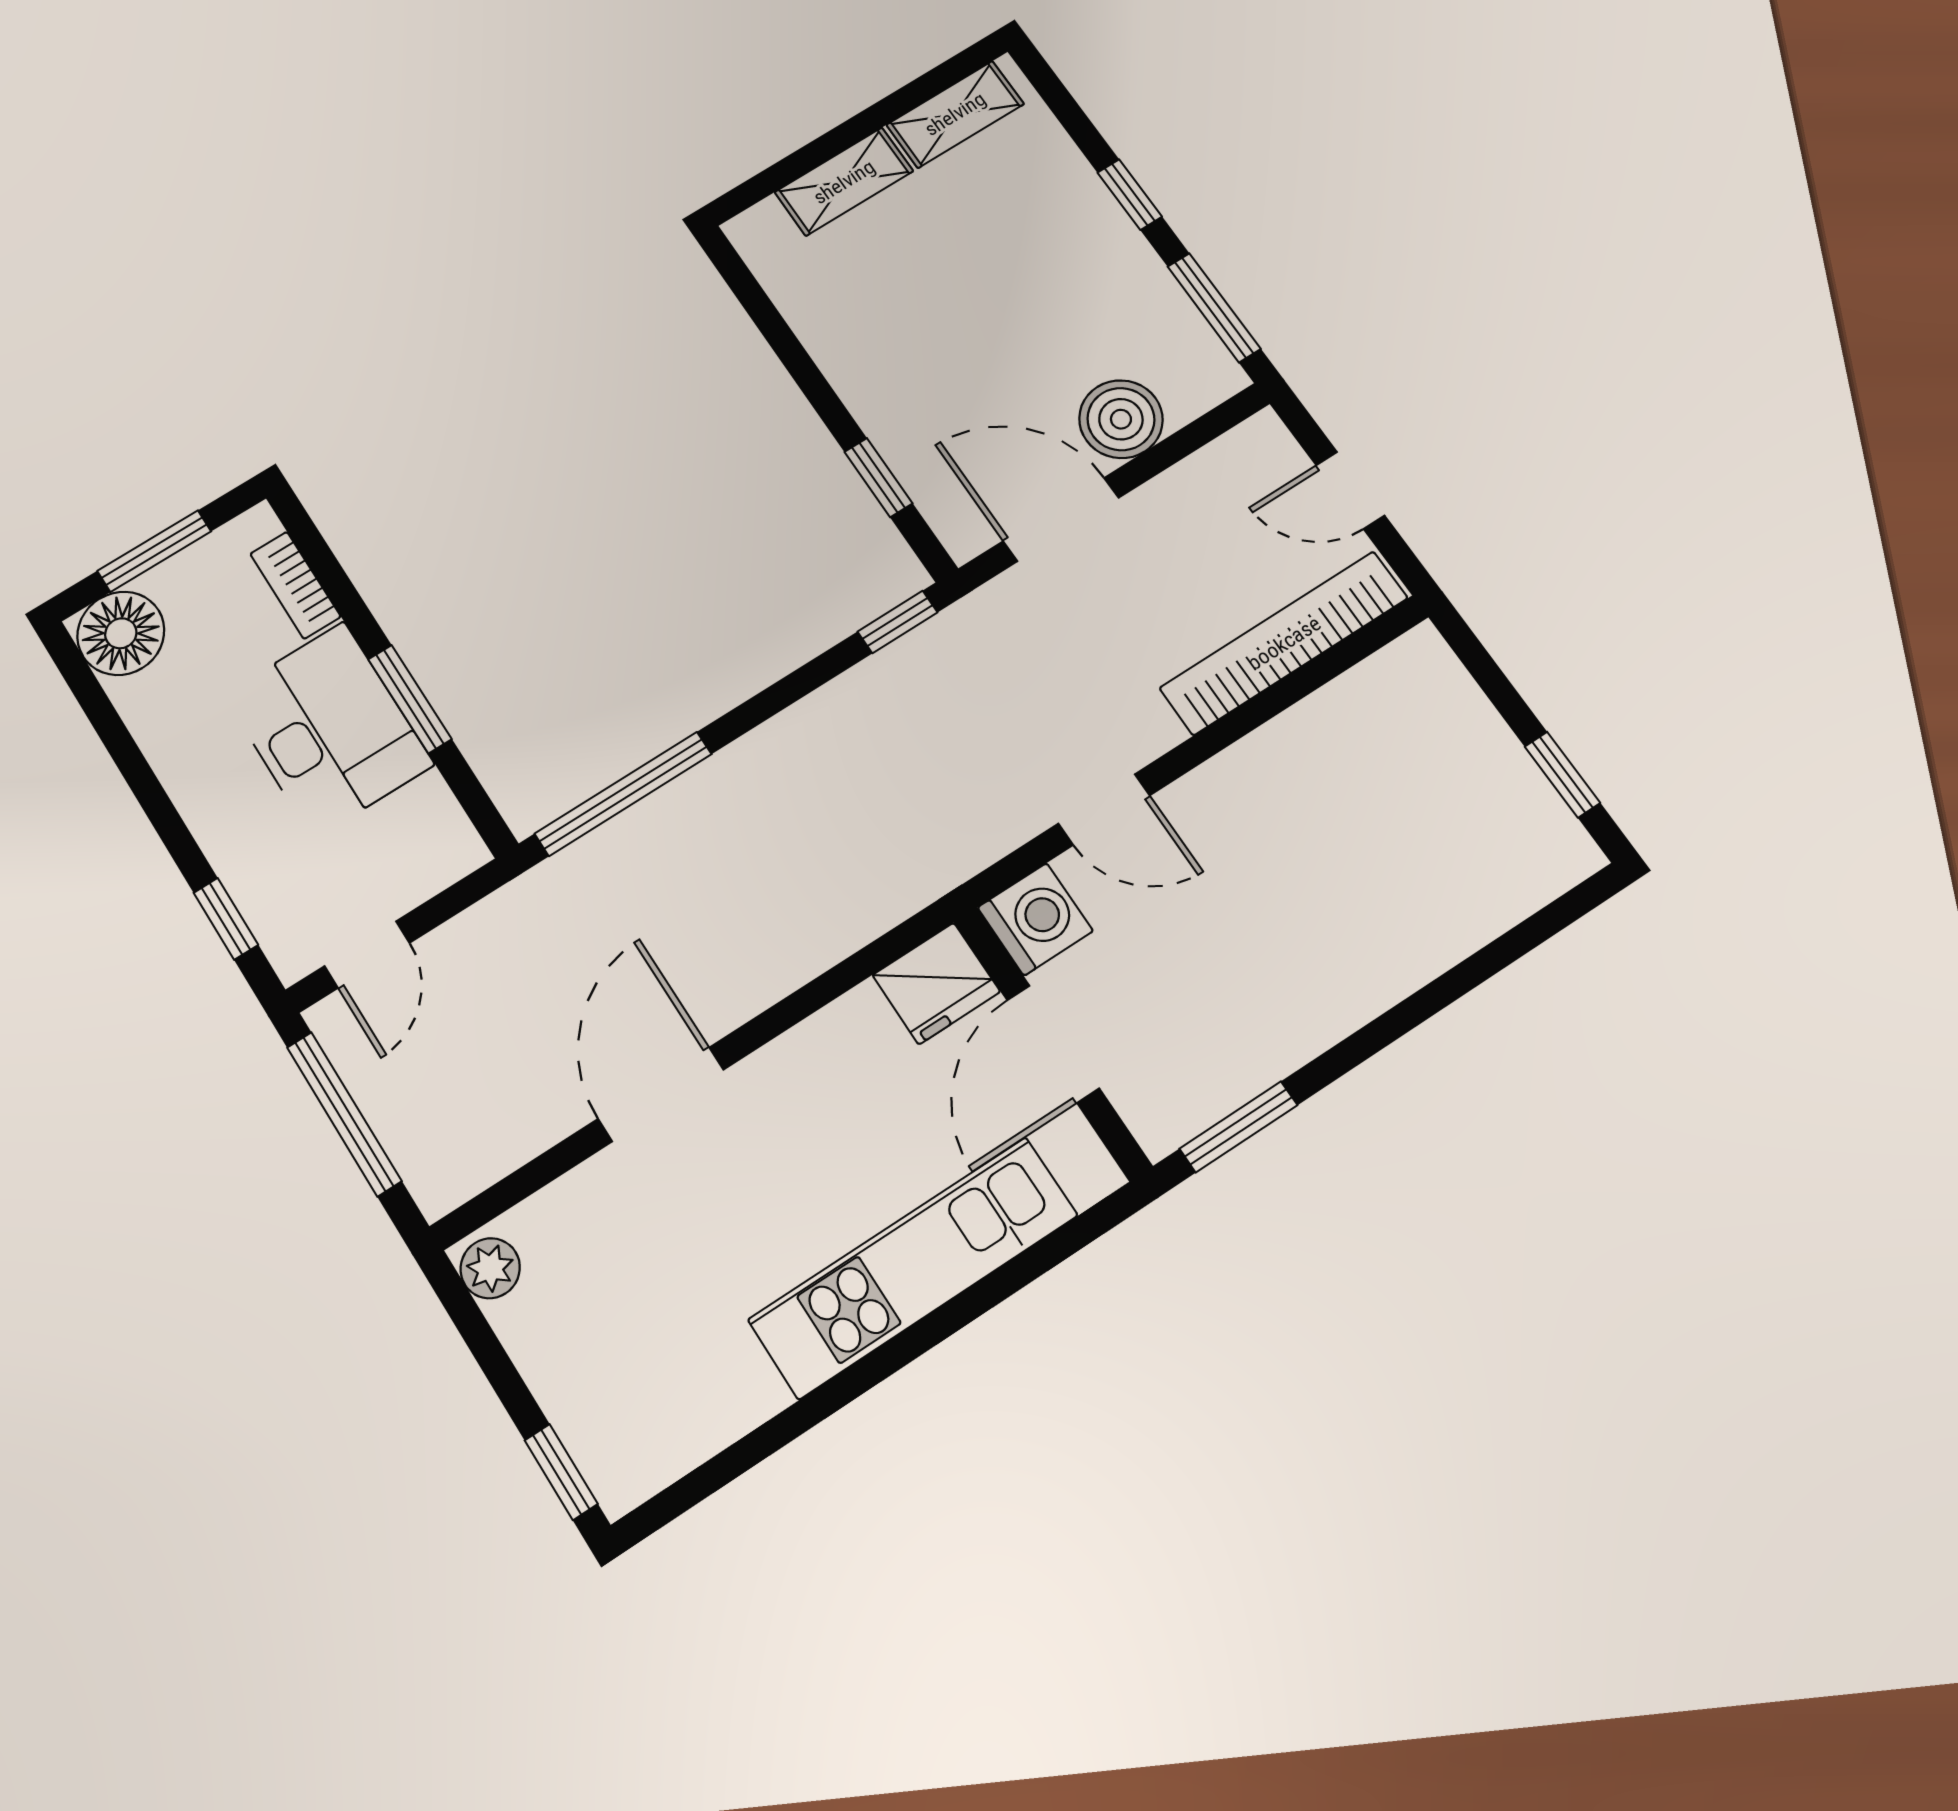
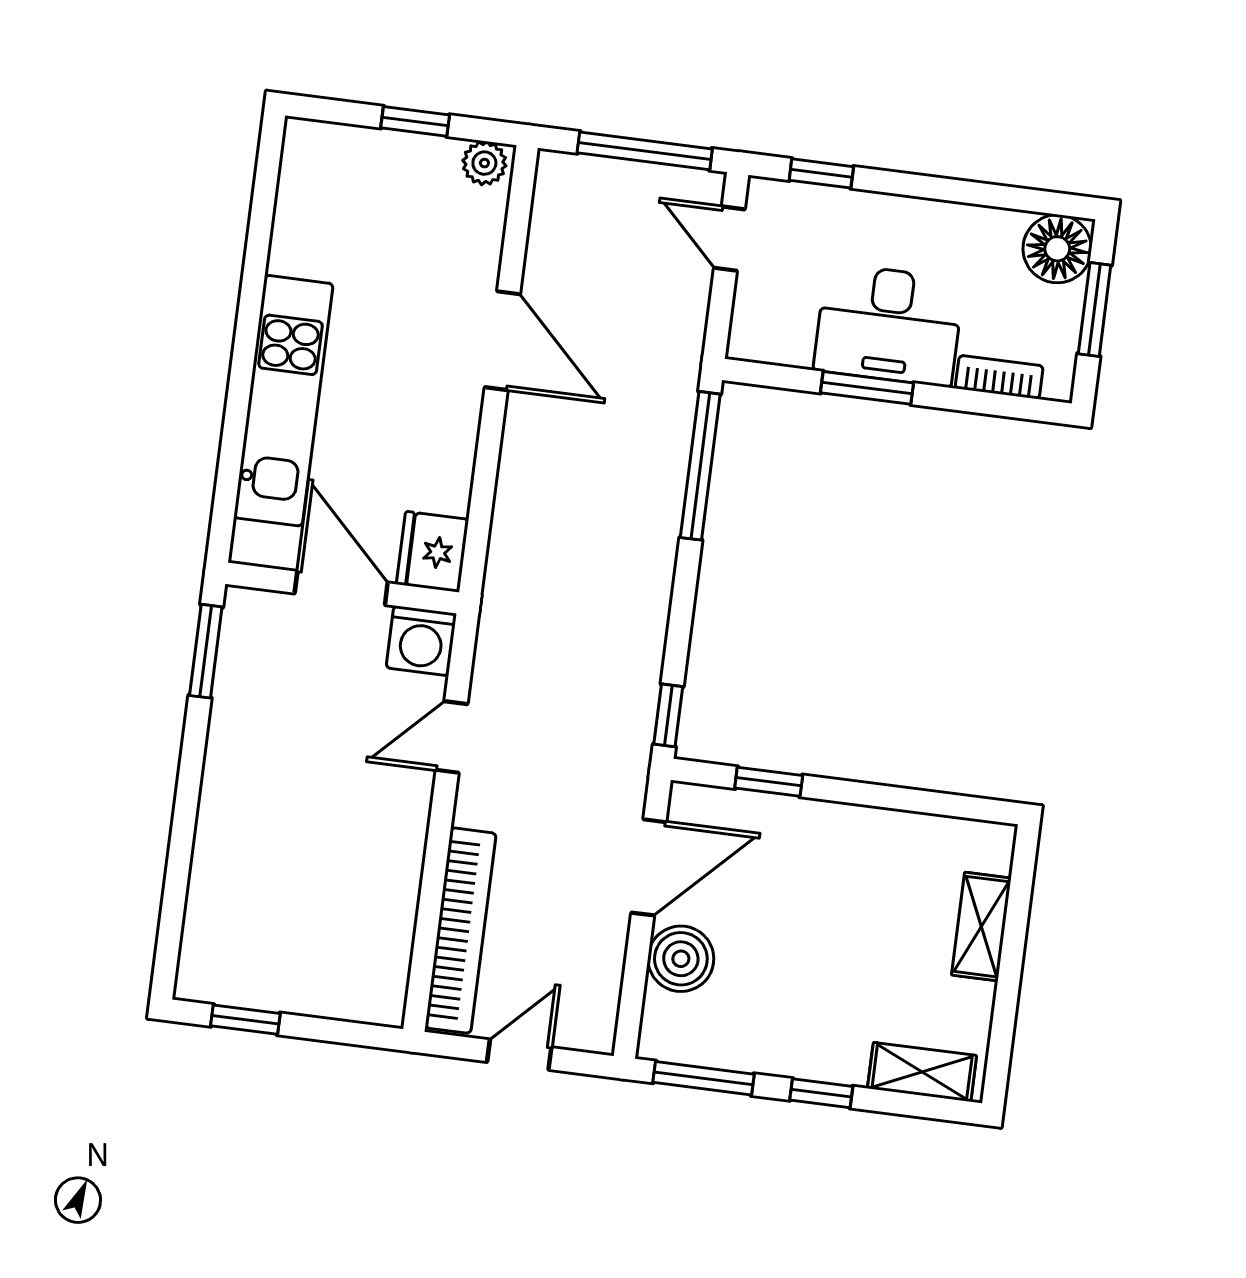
shelving: (955, 114) -> (922, 1072), moved, turned 90
window: (561, 1472) -> (415, 121), moved

